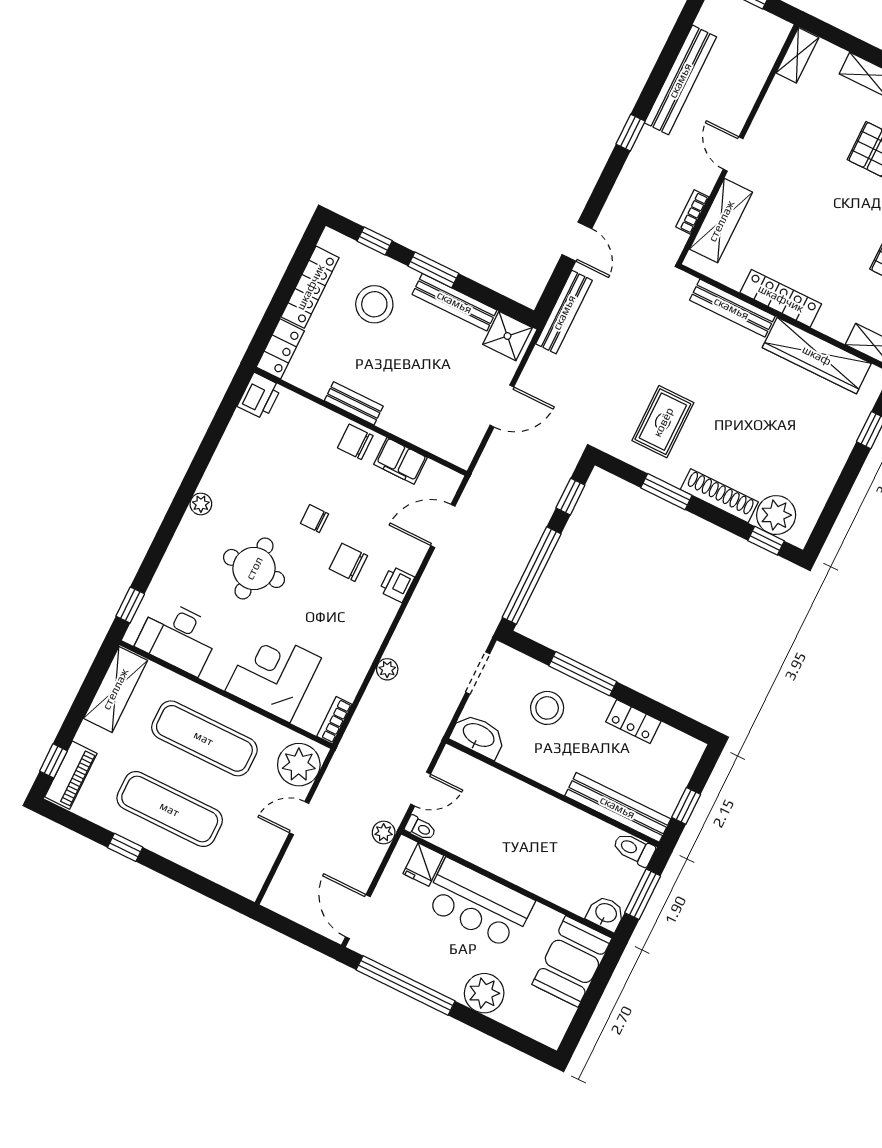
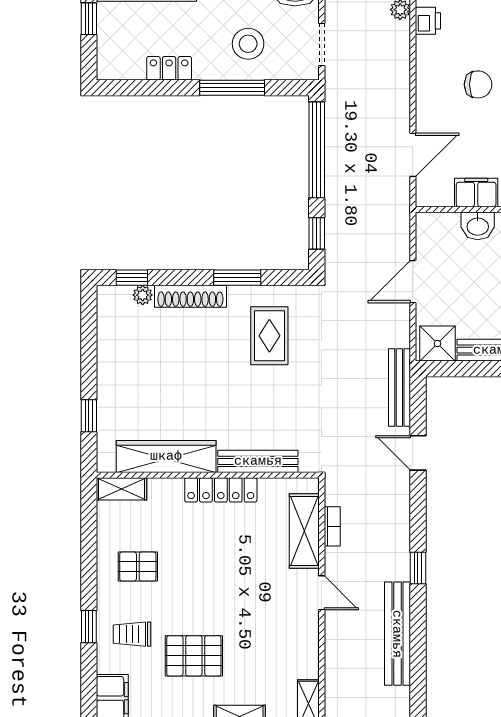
washbasin: (415, 429) -> (478, 226), added
plant: (776, 515) -> (143, 295), width x0.53, depth x0.53
printer: (397, 584) -> (428, 21), moved

